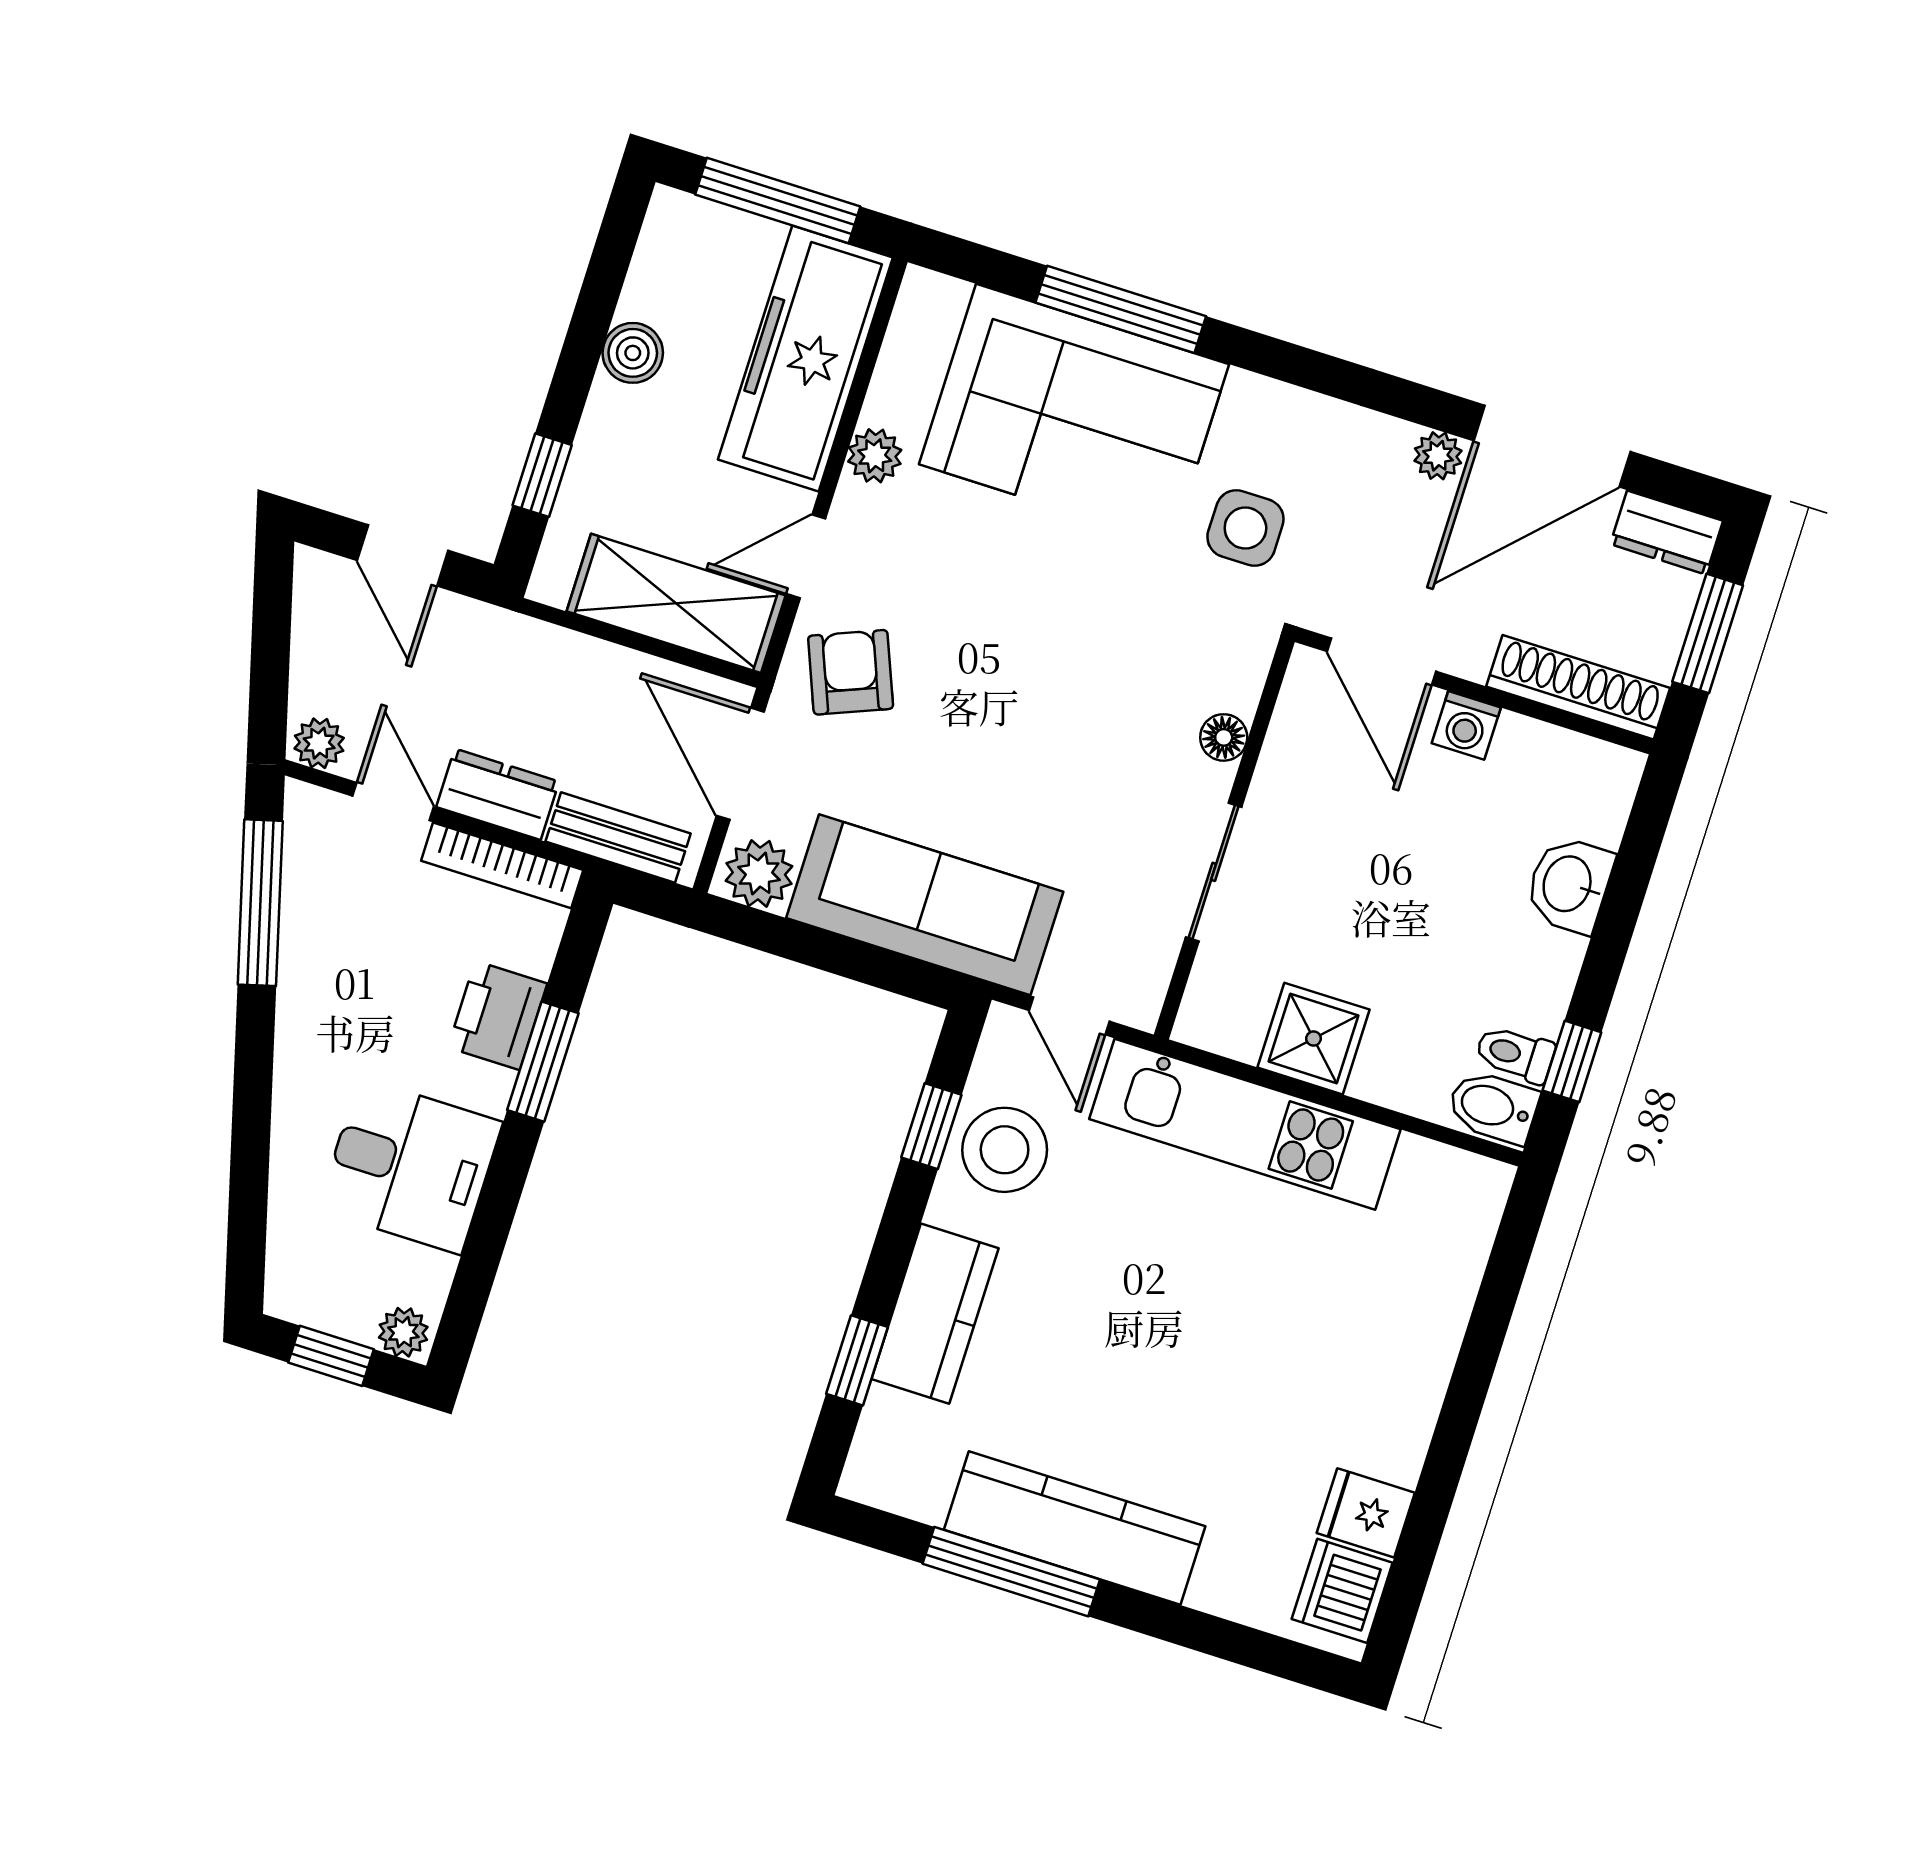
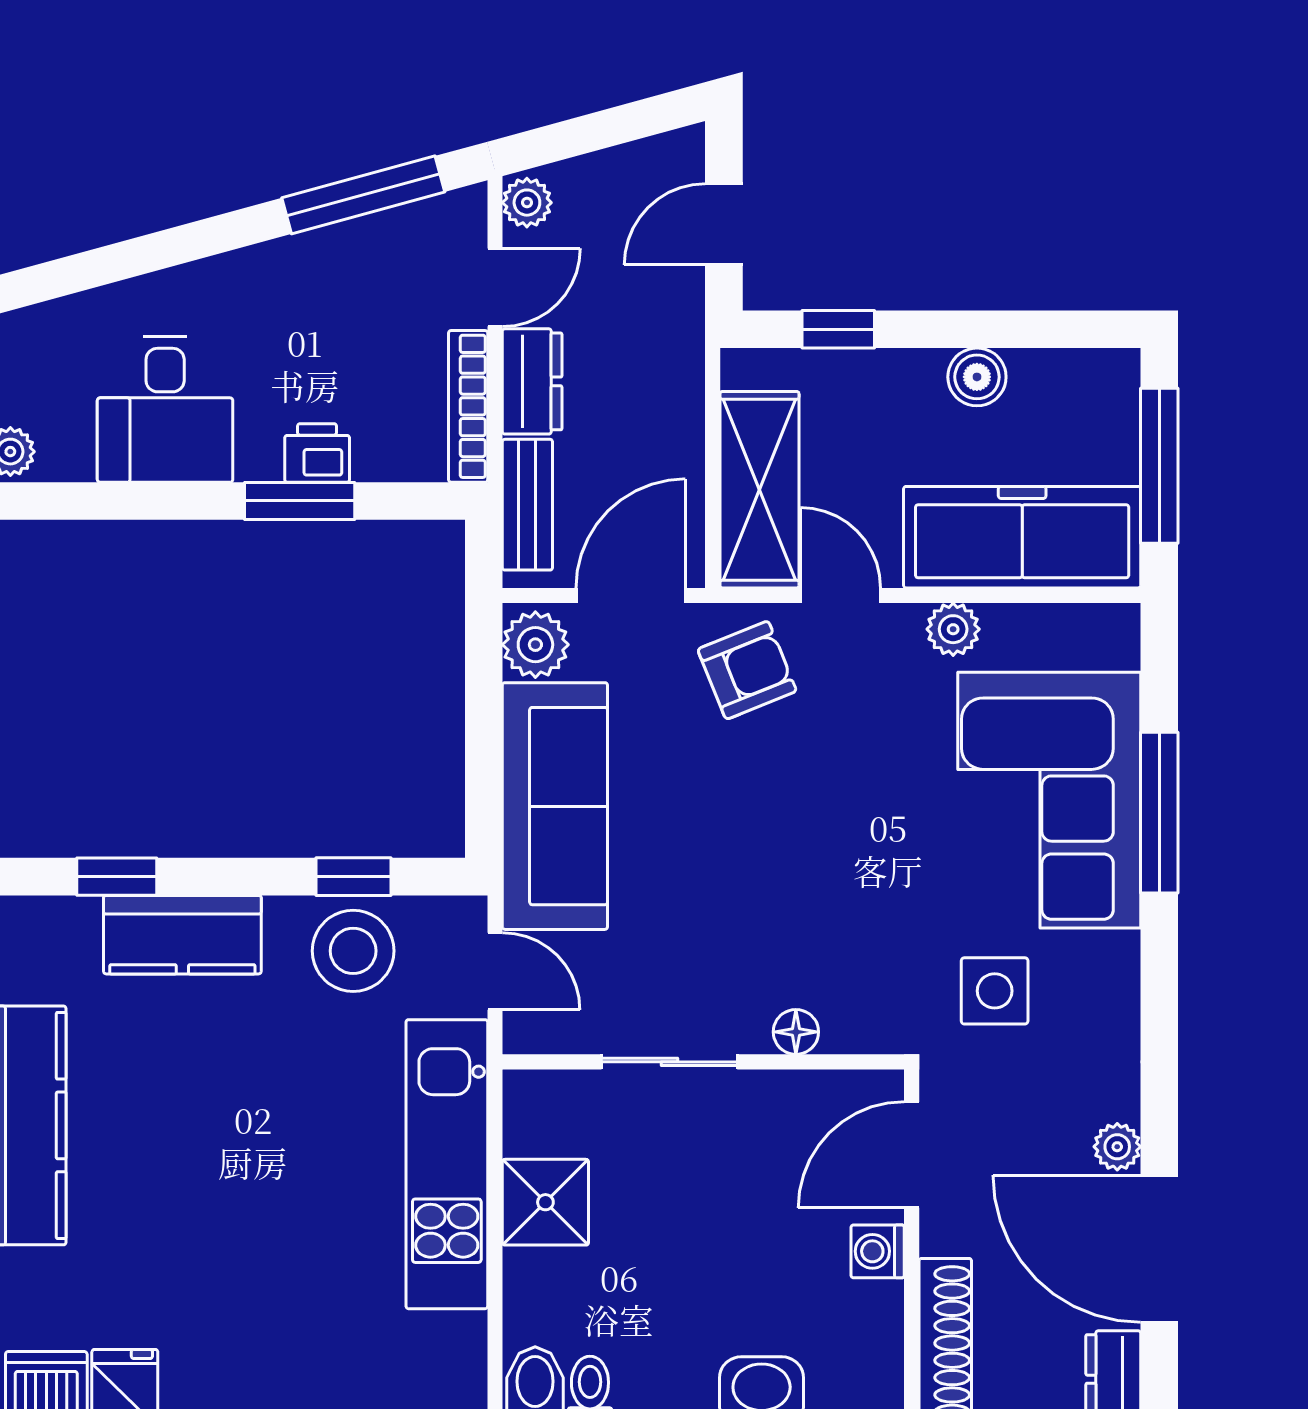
printer: (498, 1015) -> (317, 453), width x0.73, depth x0.81
door: (1069, 1016) -> (495, 971), swing flipped

